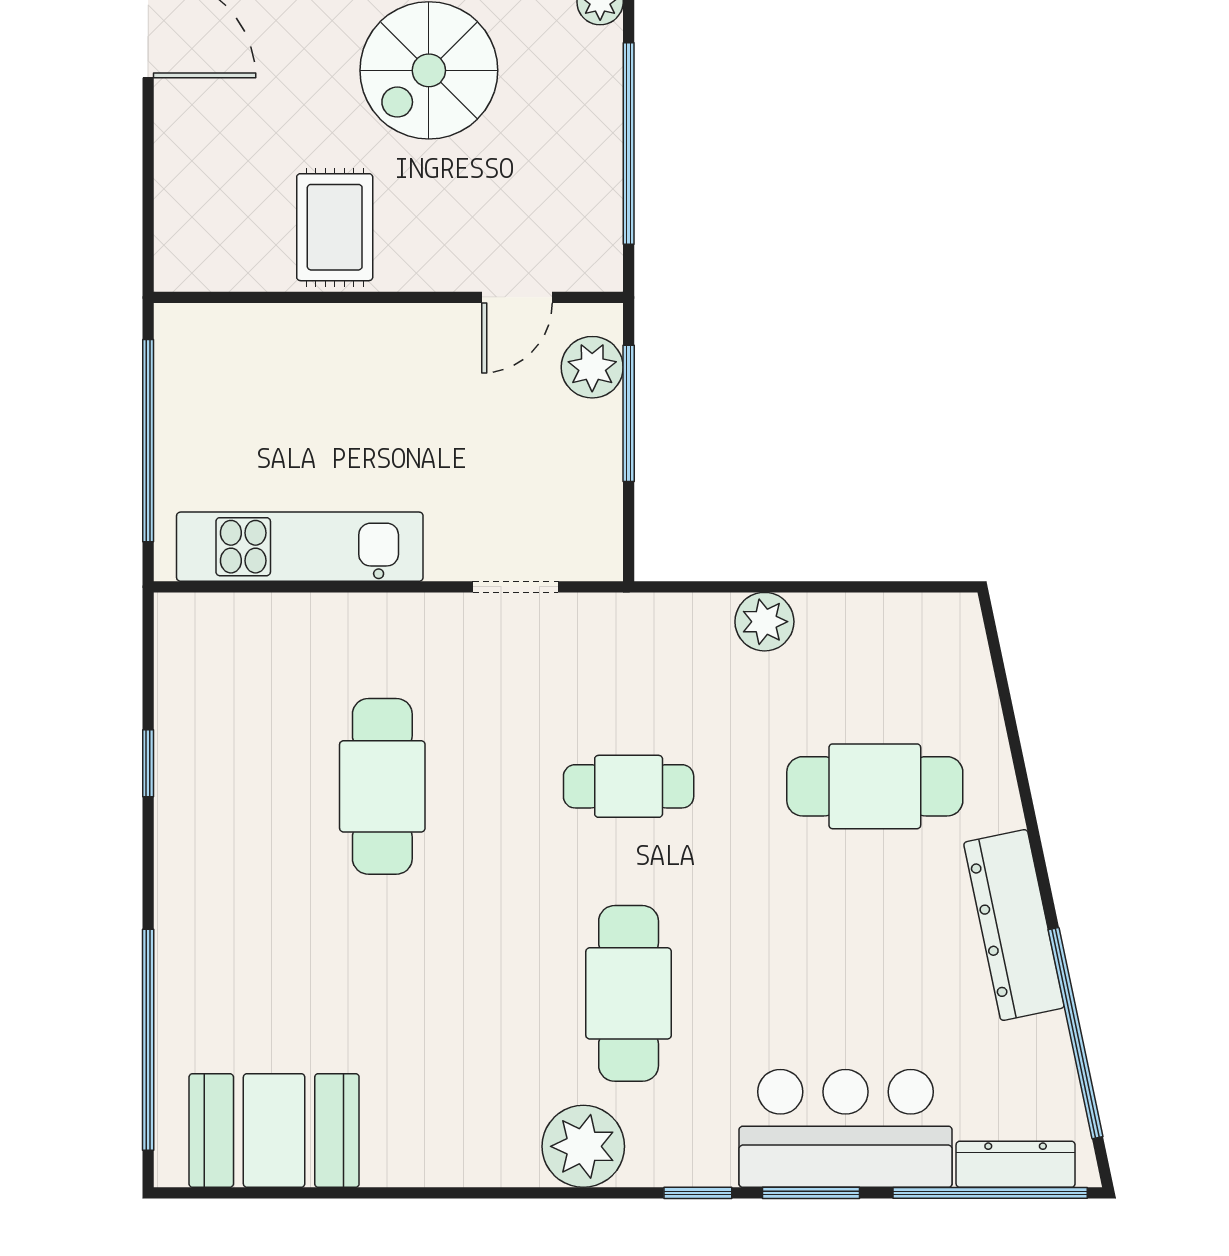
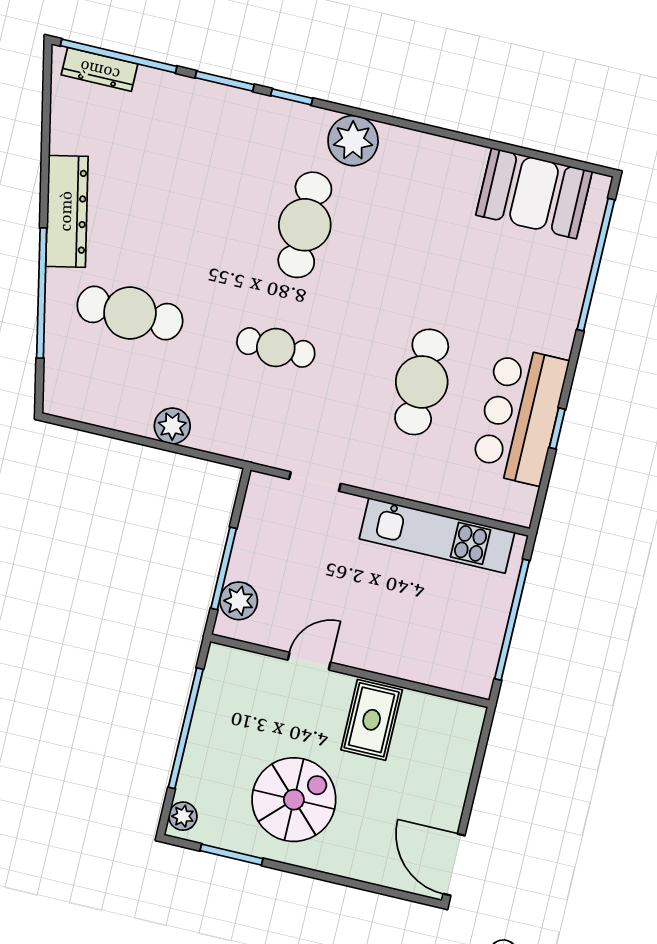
door: (517, 297) -> (309, 661), moved
window: (1076, 1033) -> (42, 293), moved
bar counter: (846, 1128) -> (520, 415), moved, turned 90

